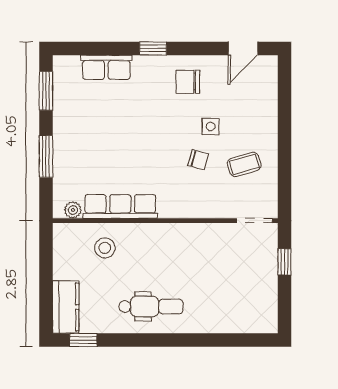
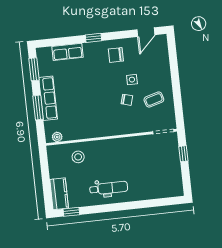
row of seats: (120, 206) -> (48, 98), moved, turned 90

